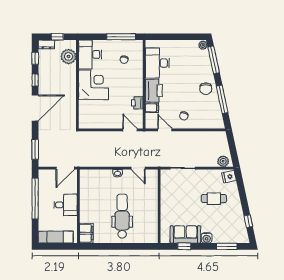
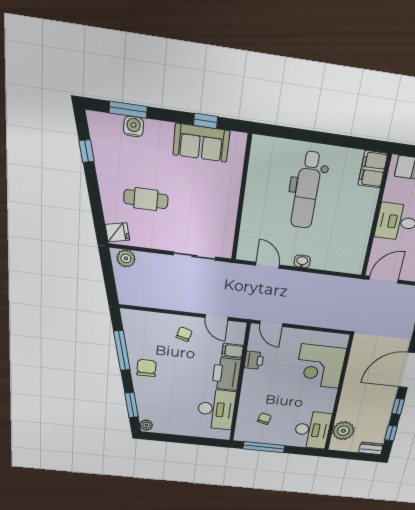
window: (57, 37) -> (354, 456), removed
window: (214, 60) -> (132, 405), width x0.69
corner desk: (94, 85) -> (320, 366), moved
water cooler: (207, 238) -> (133, 126), moved

